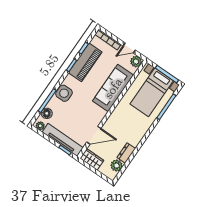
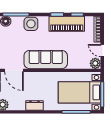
sofa: (113, 88) -> (46, 60), moved
dresser: (126, 153) -> (34, 105), moved

